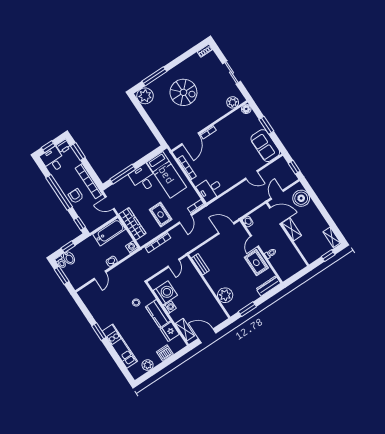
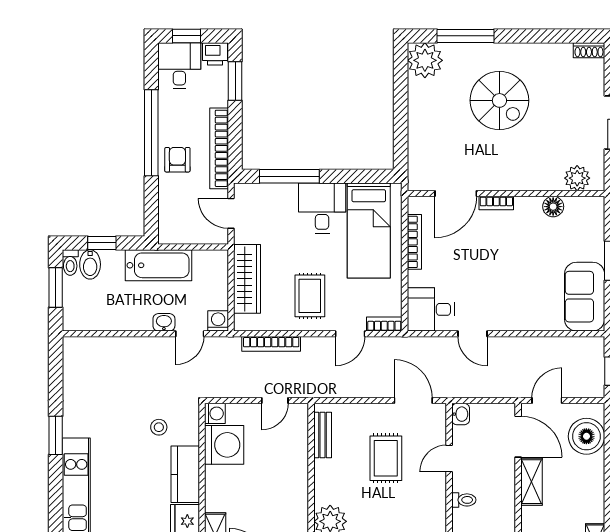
floor lamp: (246, 109) -> (553, 207), moved
door: (252, 175) -> (472, 334), moved
window: (80, 223) -> (151, 214), removed
bathtub: (109, 232) -> (158, 265), moved
rug: (256, 263) -> (386, 458), moved
door: (100, 275) -> (190, 334), moved
washing machine: (170, 307) -> (215, 413), moved

